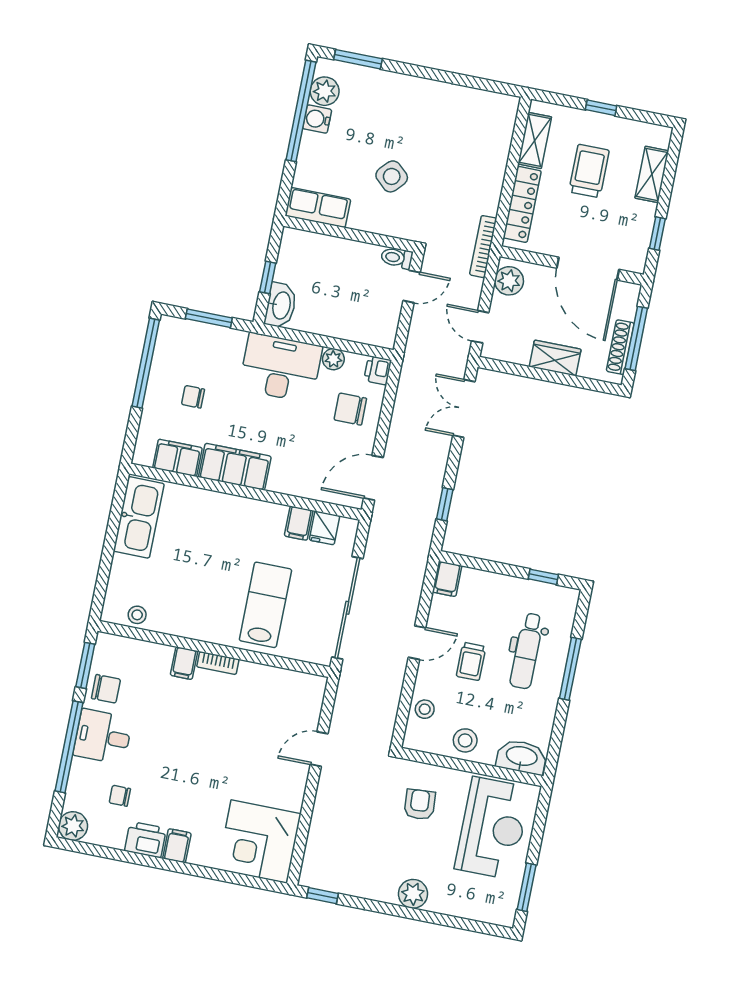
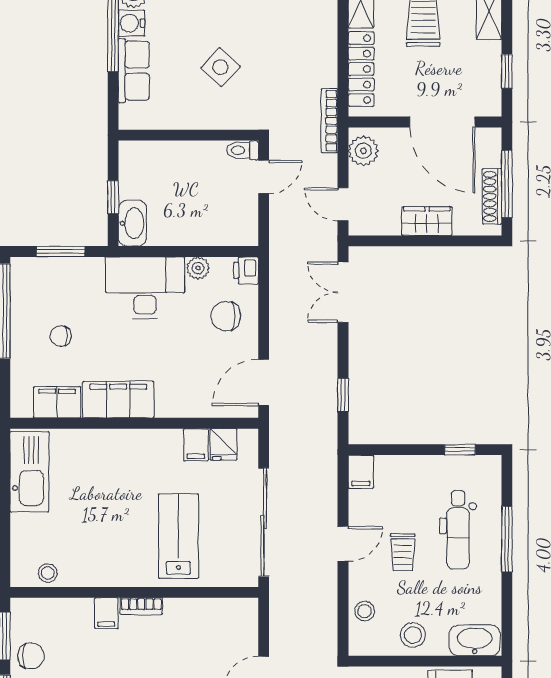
row of seats: (318, 208) -> (134, 71), moved, turned 90

